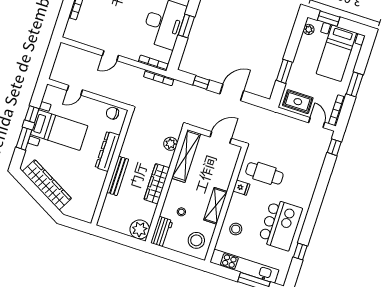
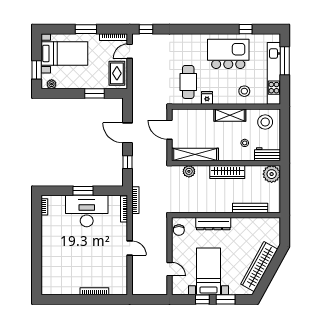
bench: (118, 176) -> (250, 208), moved

